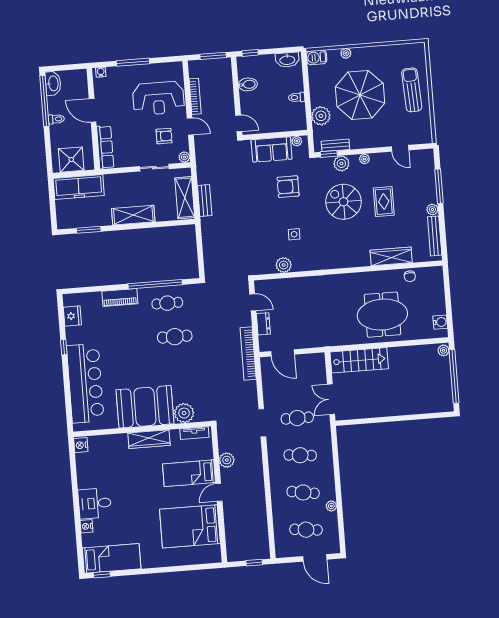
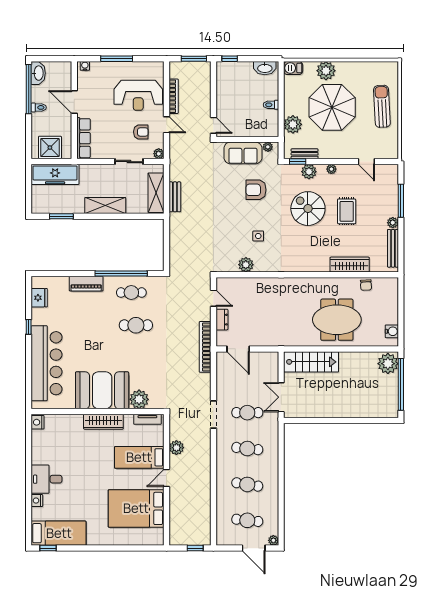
plant: (346, 53) -> (326, 71), width x1.87, depth x1.87
bidet: (248, 84) -> (225, 89), removed
plant: (444, 350) -> (388, 364), width x1.88, depth x1.88
plant: (331, 506) -> (273, 540), moved

